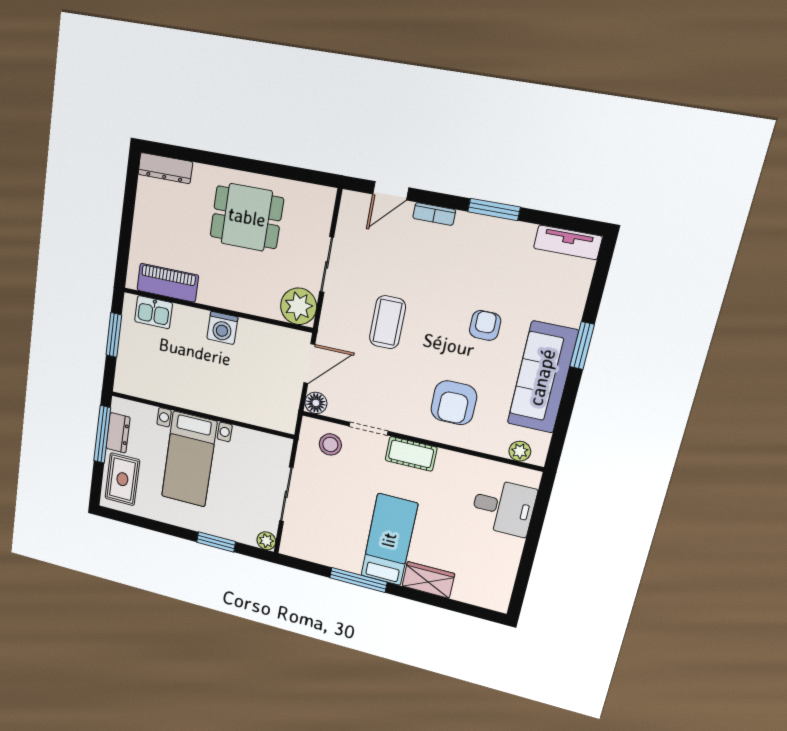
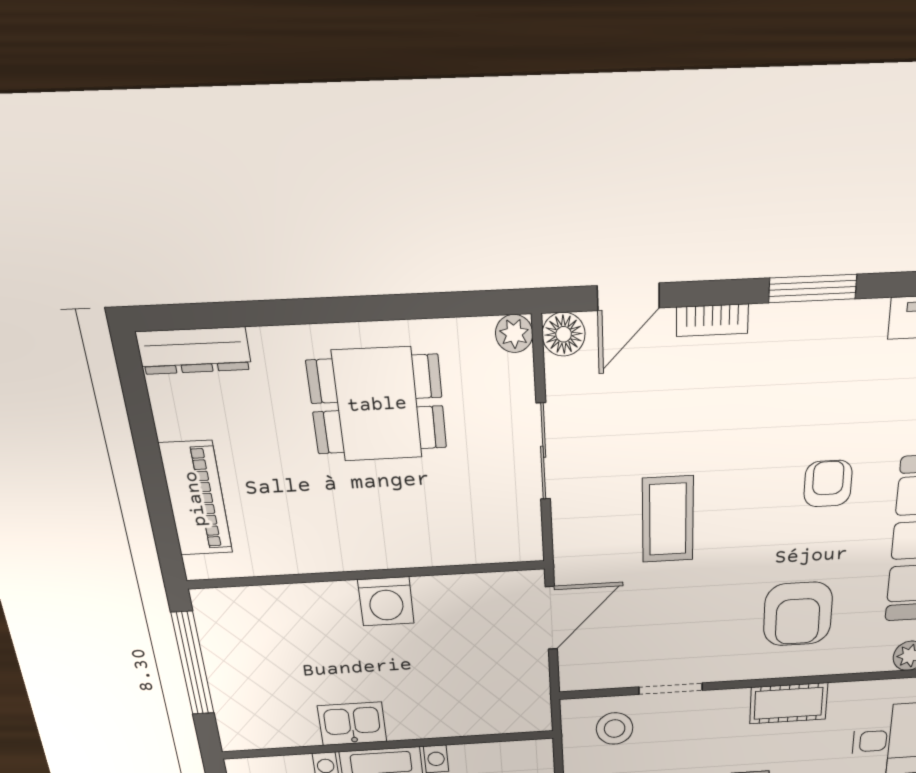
piano: (168, 283) -> (196, 499), moved, turned 90
plant: (299, 306) -> (514, 334), moved, width x0.53, depth x0.53
kitchen sink: (153, 312) -> (352, 724), moved, turned 180
window: (114, 335) -> (193, 664), width x1.44
floor lamp: (316, 403) -> (564, 334), moved
cot: (411, 454) -> (789, 703), moved

